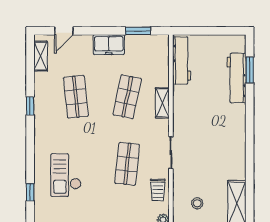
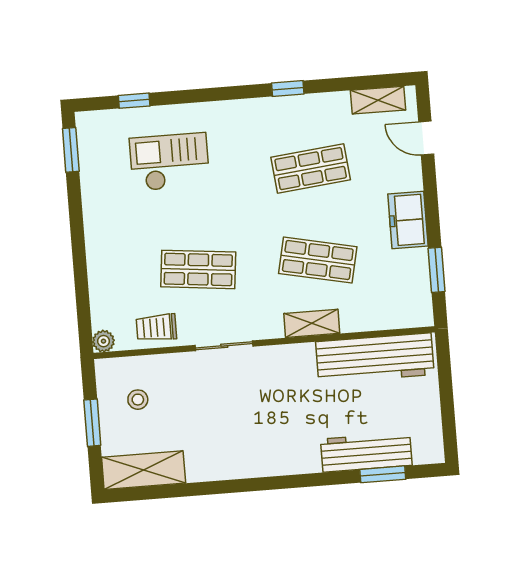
workbench: (182, 60) -> (375, 358), width x1.36, depth x1.32

